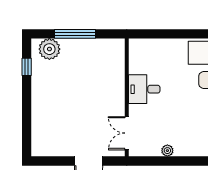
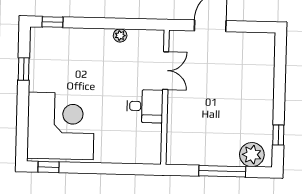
double door: (127, 133) -> (166, 71), moved

